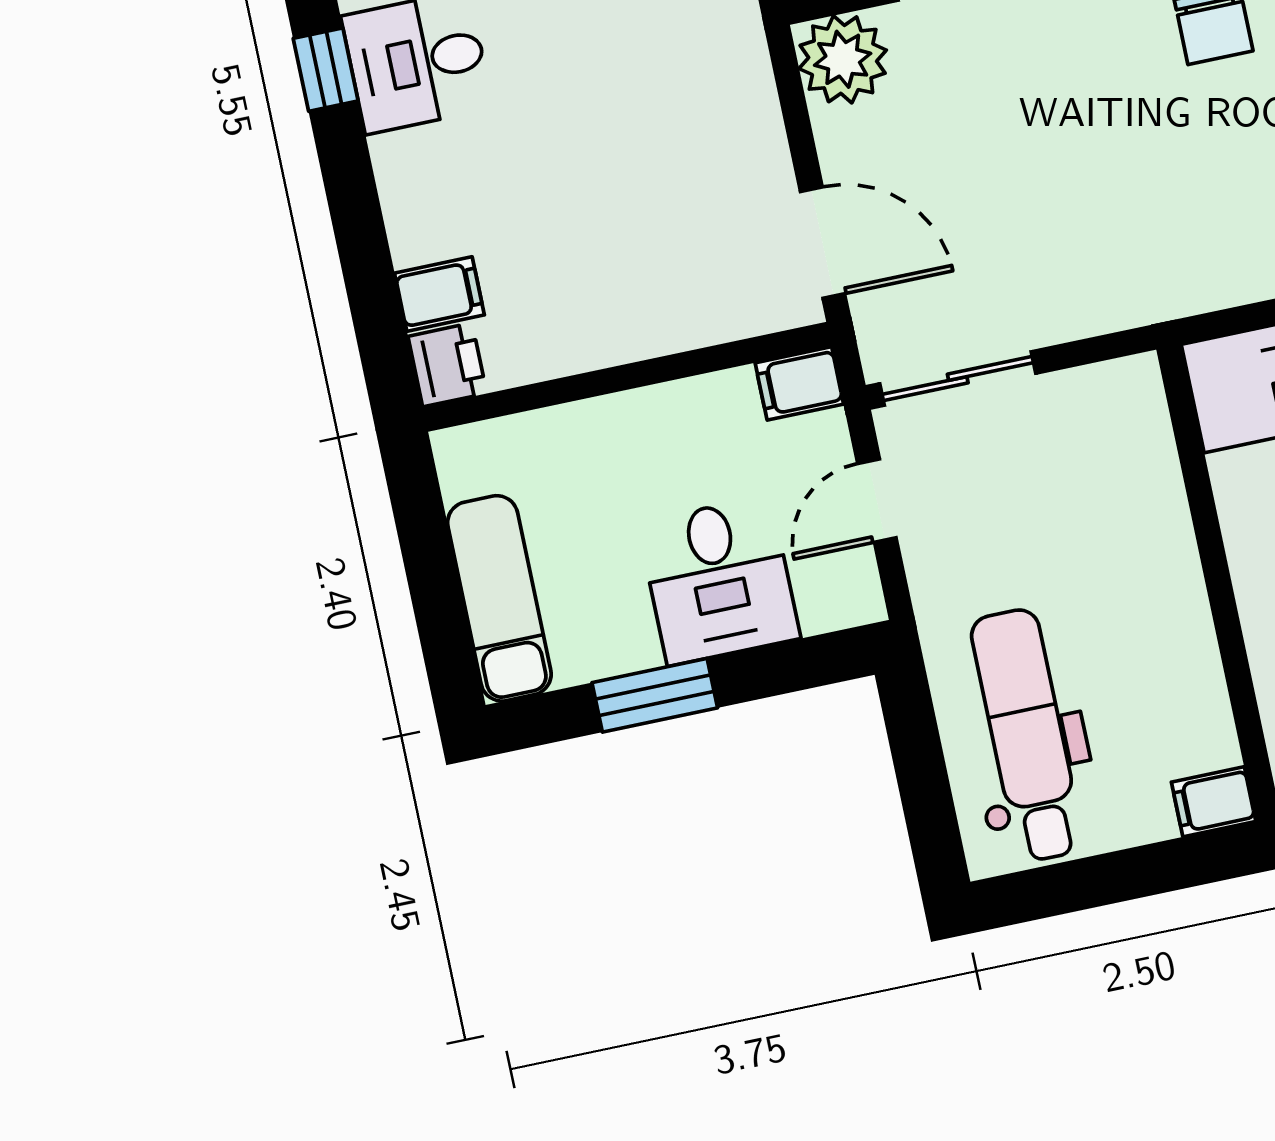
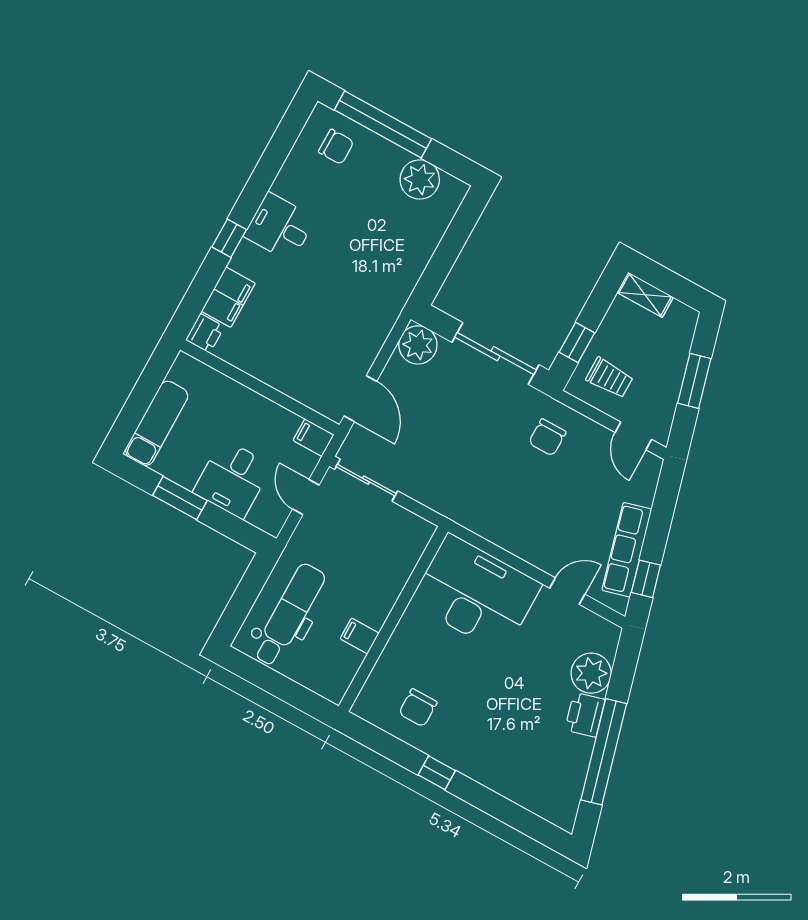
window: (326, 70) -> (229, 238), moved
filing cabinet: (439, 294) -> (228, 297), width x2.00
door: (877, 501) -> (306, 497), hinge flipped
filing cabinet: (1214, 802) -> (360, 636), moved

